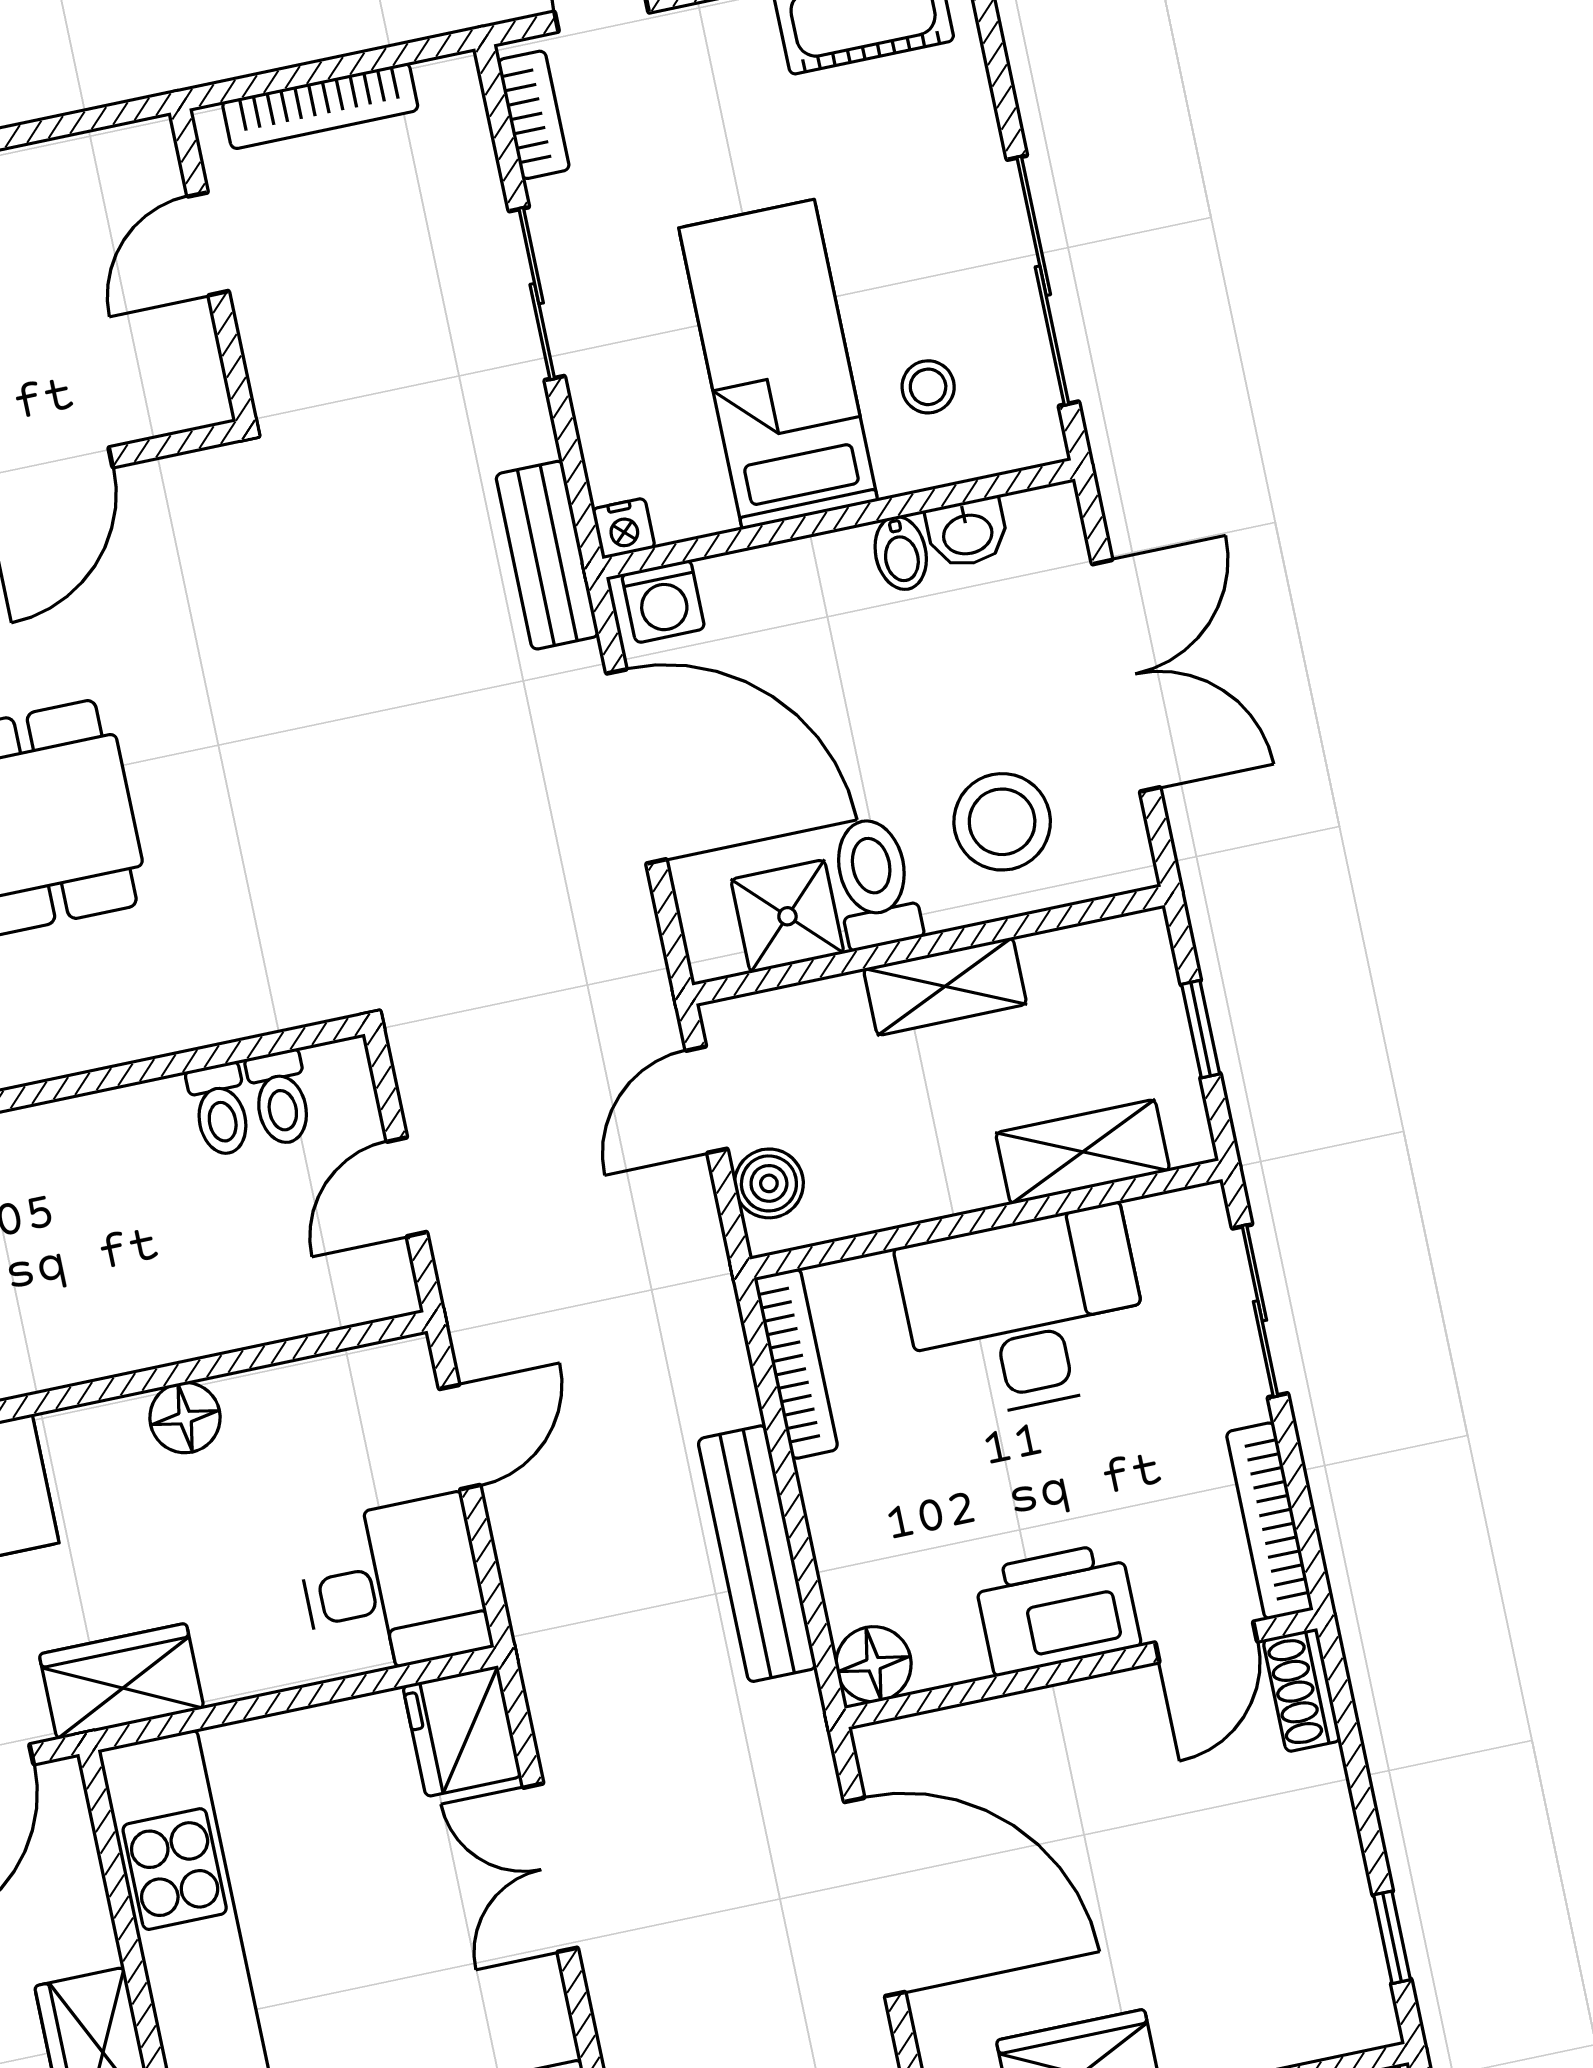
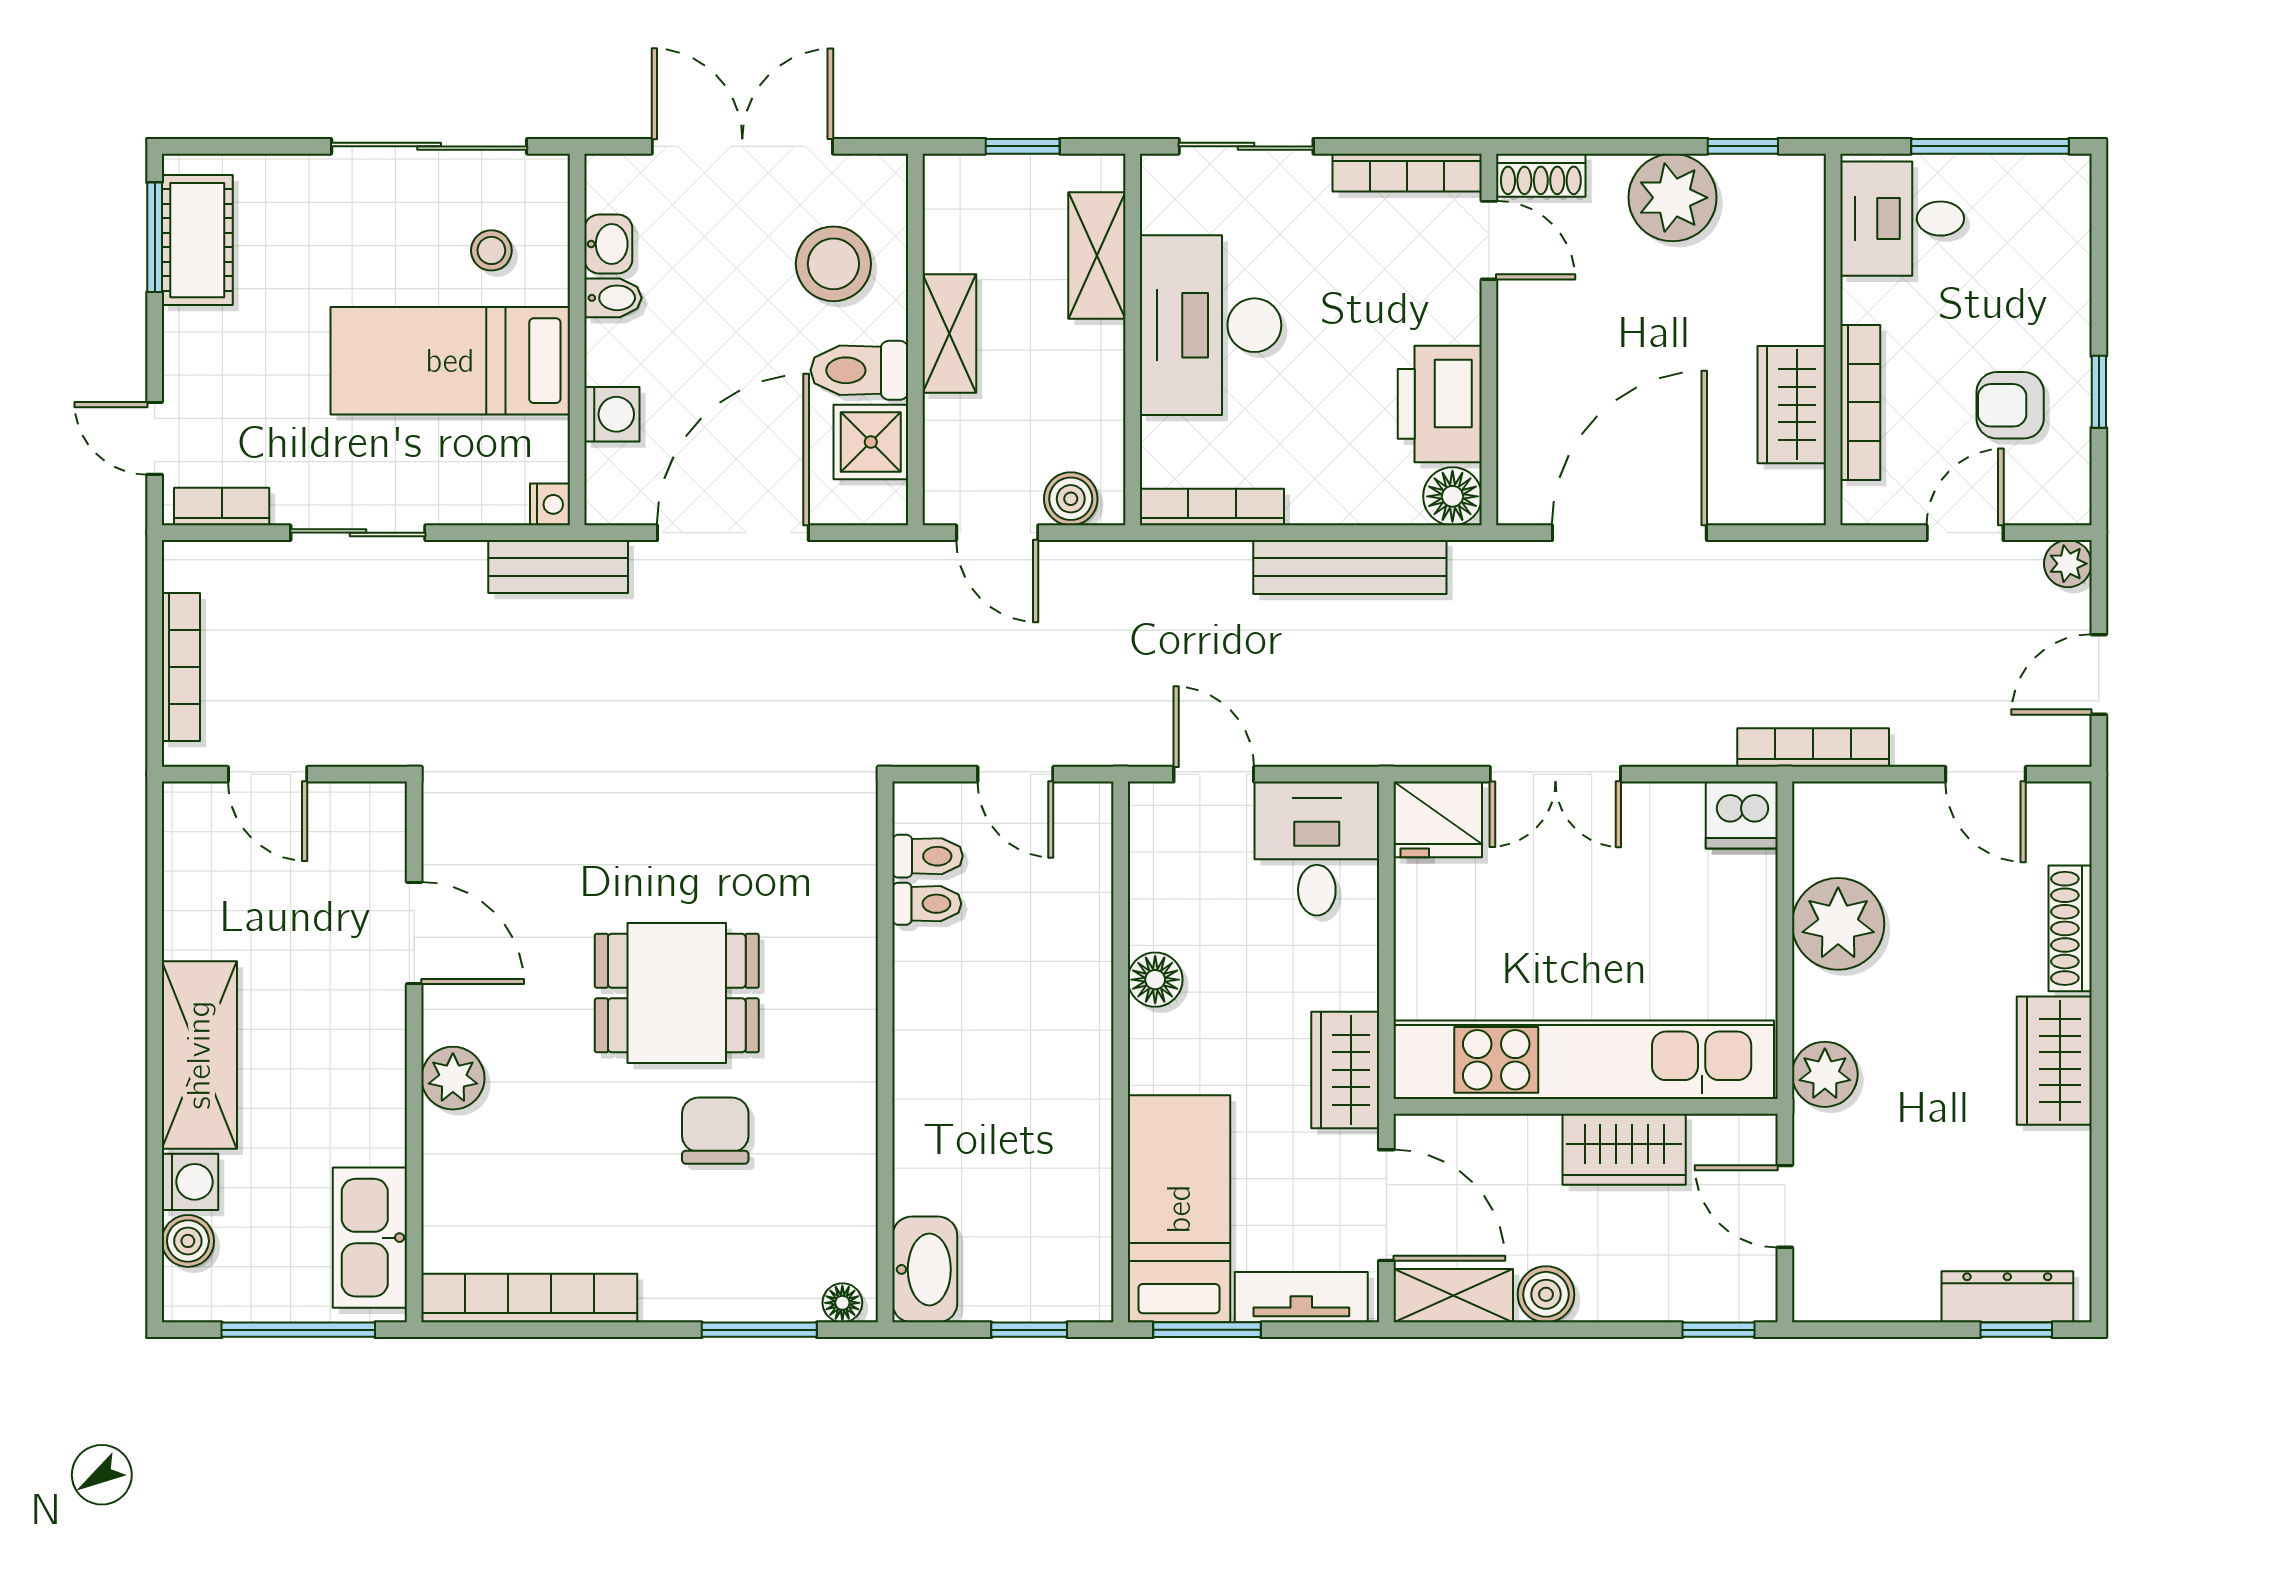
washing machine: (663, 601) -> (612, 414), moved
printer: (1057, 1609) -> (1440, 404), moved
plant: (1309, 1862) -> (1673, 198), added

